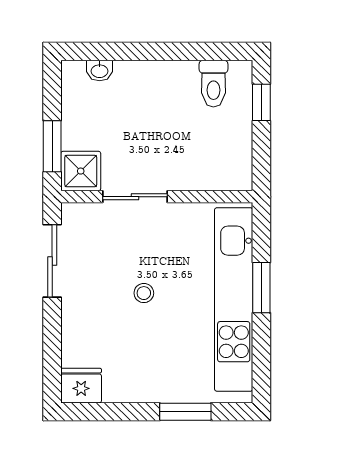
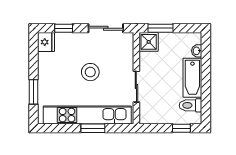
bathtub: (156, 79) -> (192, 78), added
sliding door: (135, 197) -> (136, 87), moved
stool: (144, 293) -> (90, 72), width x1.89, depth x1.89
window: (52, 349) -> (64, 28), added

